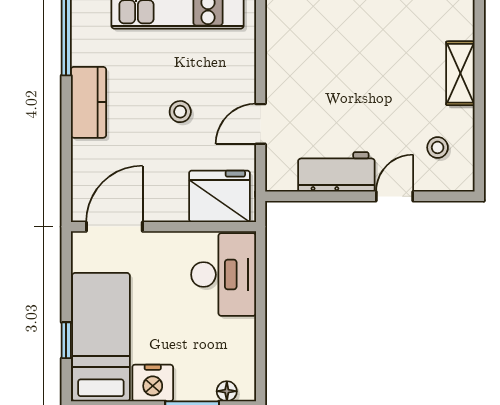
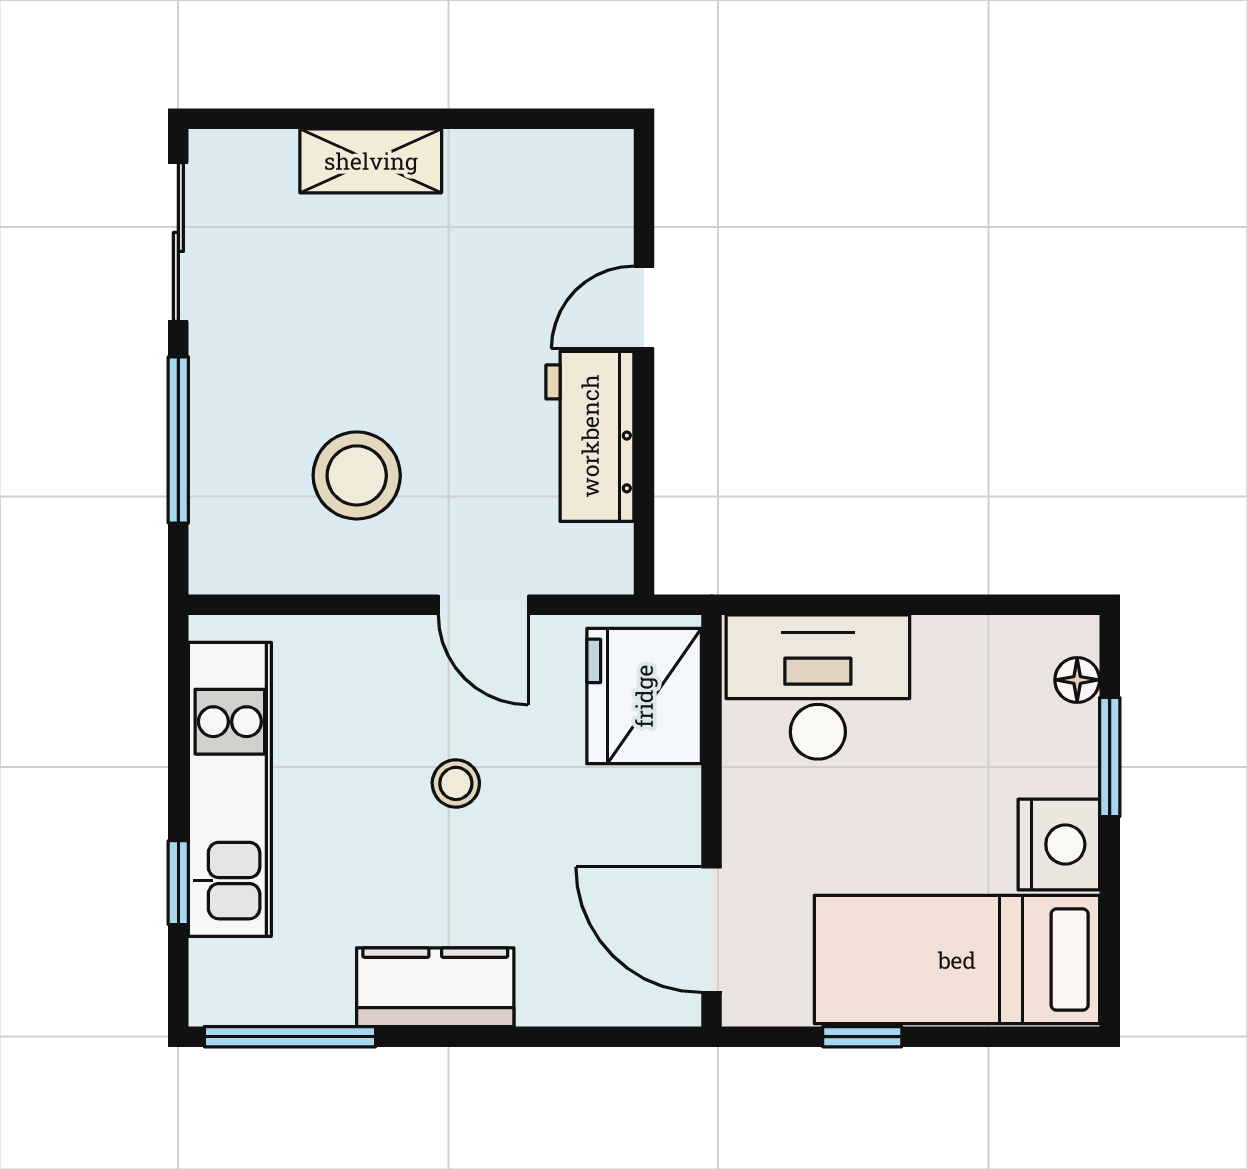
stool: (438, 147) -> (357, 475), moved, width x1.89, depth x1.89
door: (394, 196) -> (644, 307), hinge flipped
window: (66, 340) -> (862, 1037), moved

